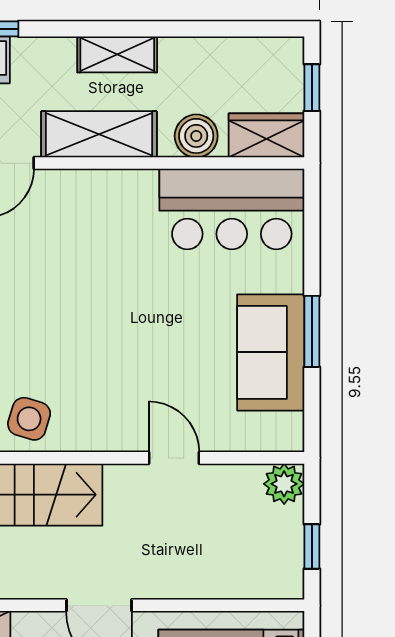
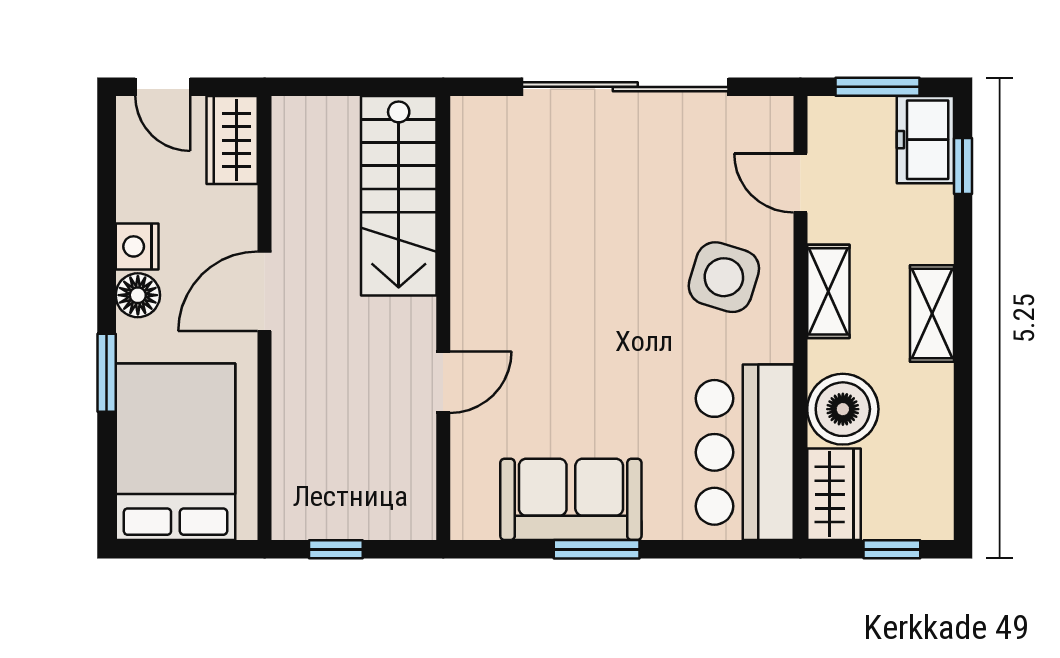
shelving: (99, 134) -> (828, 291), width x0.67, depth x0.75
boiler: (196, 136) -> (843, 409), width x1.37, depth x1.37
side table: (29, 419) -> (724, 277), moved, width x1.37, depth x1.37
plant: (284, 484) -> (412, 516), removed

